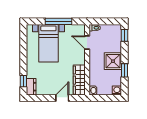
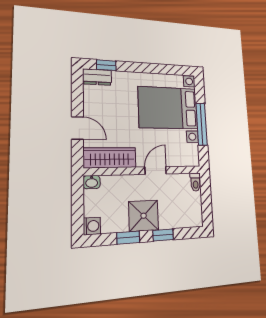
window: (125, 35) -> (163, 235), moved
bed with nightstands: (48, 43) -> (168, 108), width x1.36
door: (87, 43) -> (156, 170), moved

